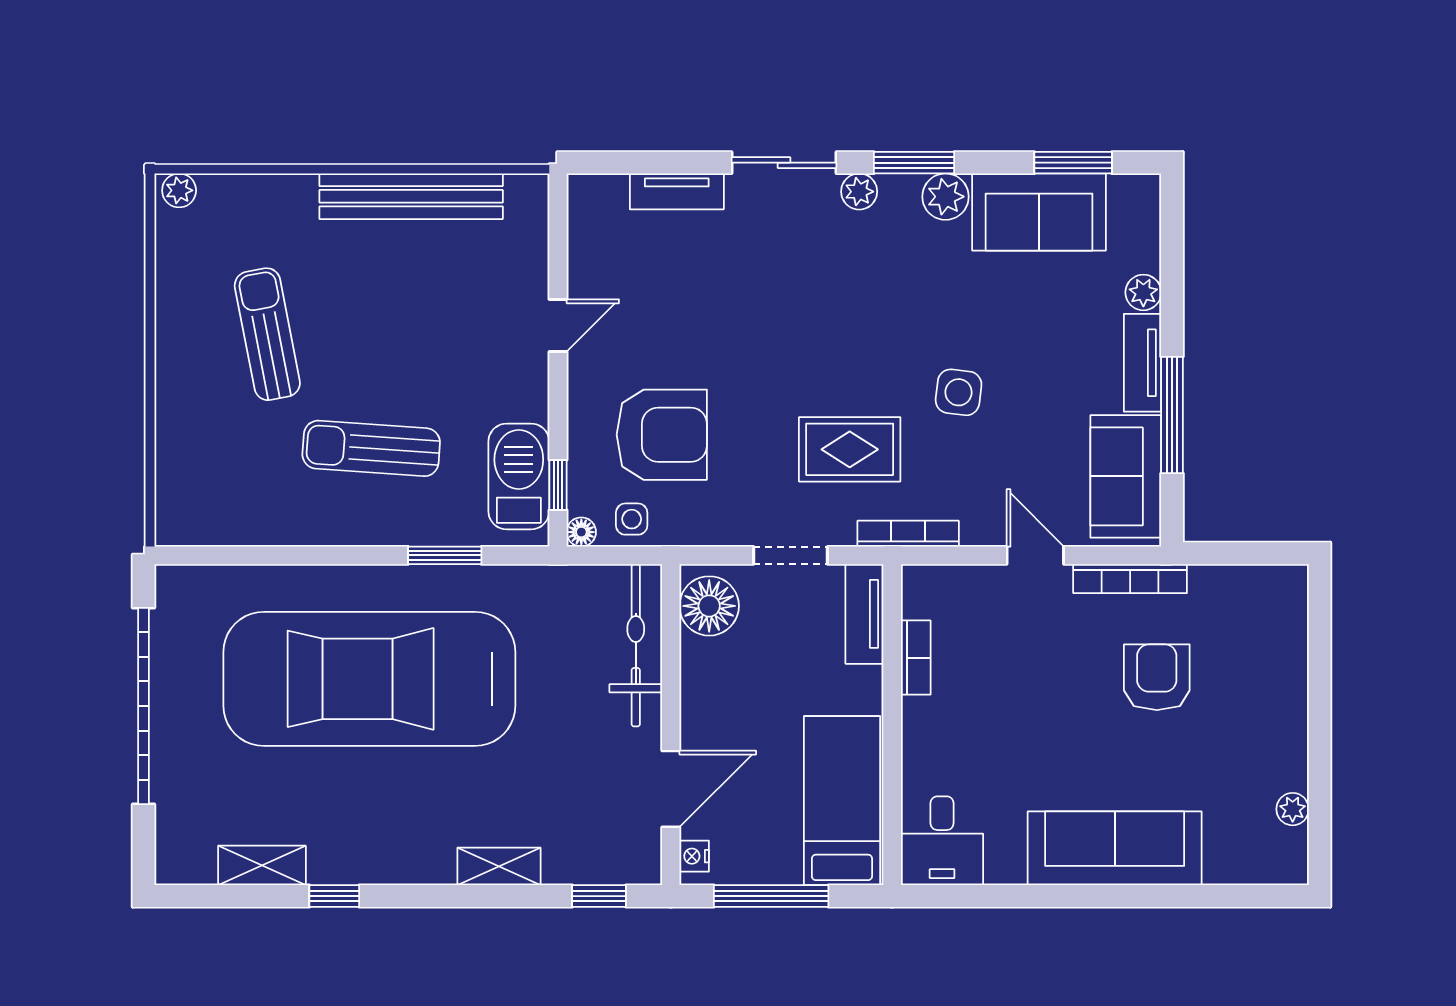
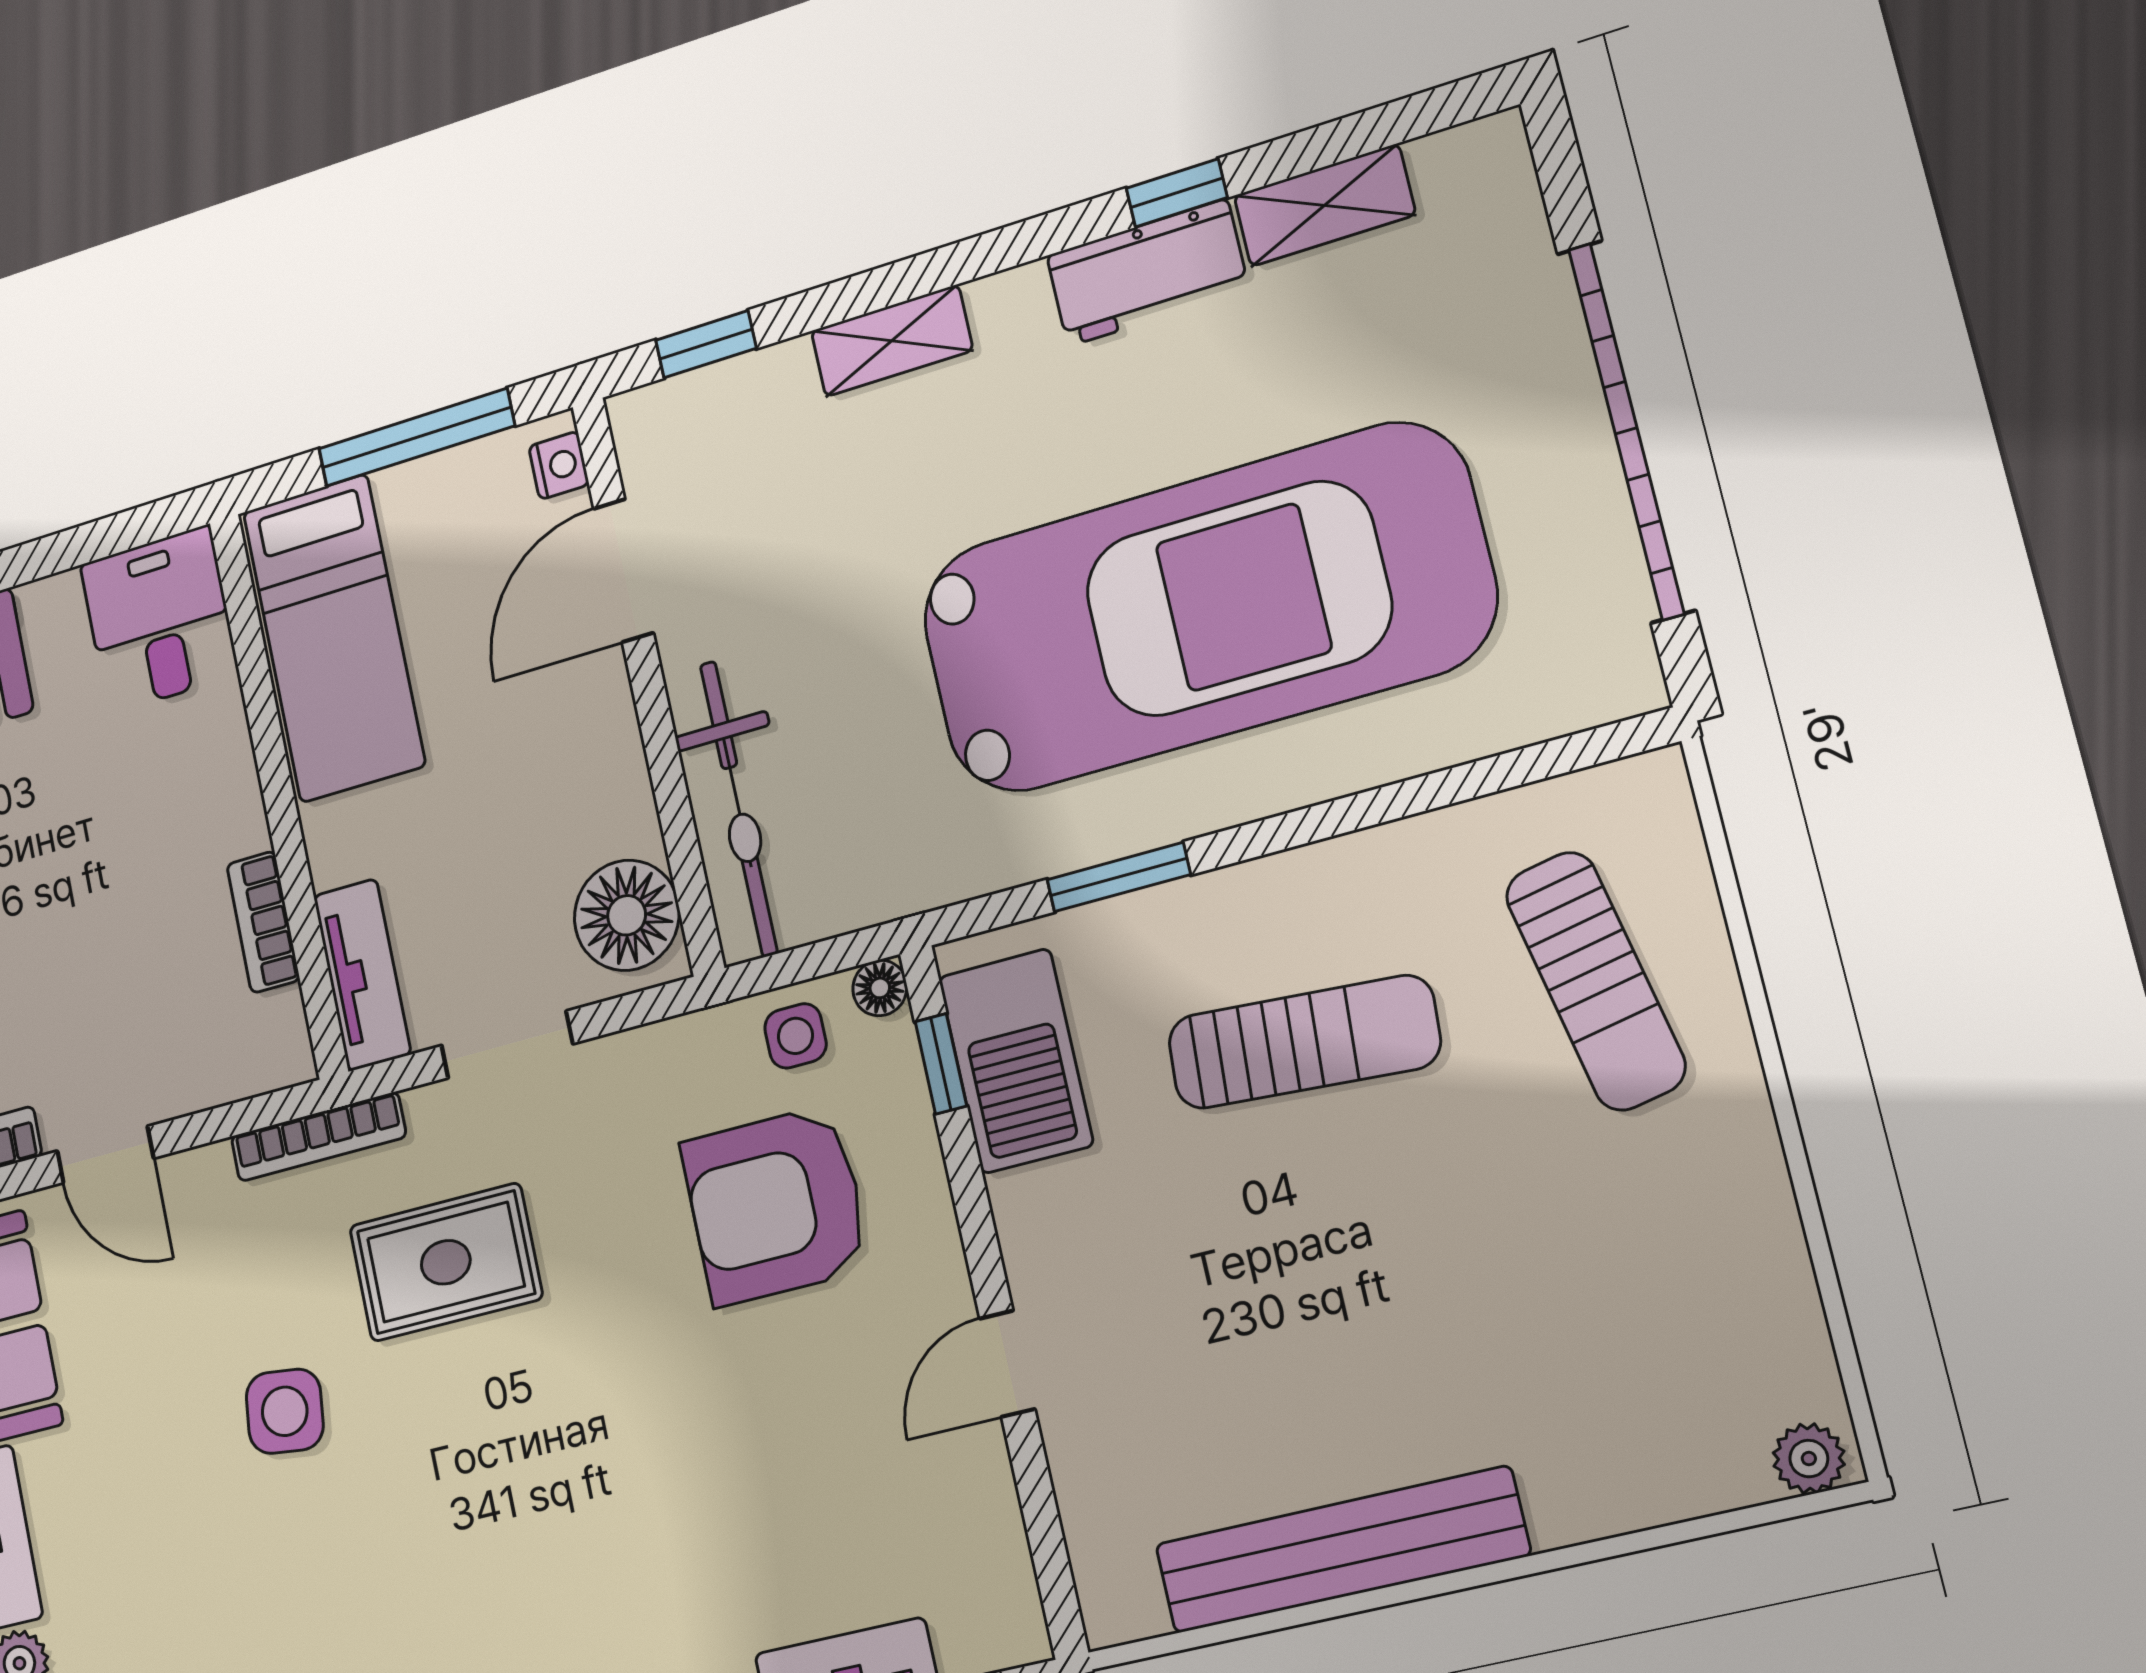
sun lounger: (267, 334) -> (1595, 981), moved
workbench: (359, 860) -> (1147, 273), added

